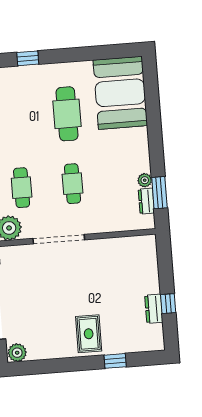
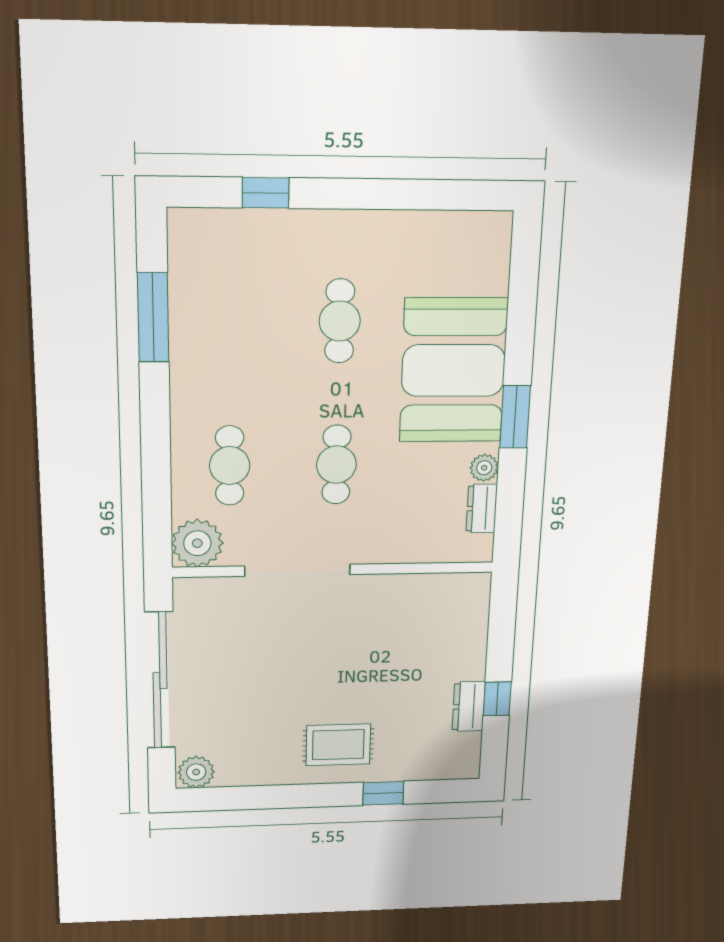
booth: (120, 93) -> (453, 370), moved
cafe table: (67, 114) -> (340, 321), width x0.73, depth x0.74
window: (159, 193) -> (515, 417), moved
rug: (89, 334) -> (338, 745), turned 90

